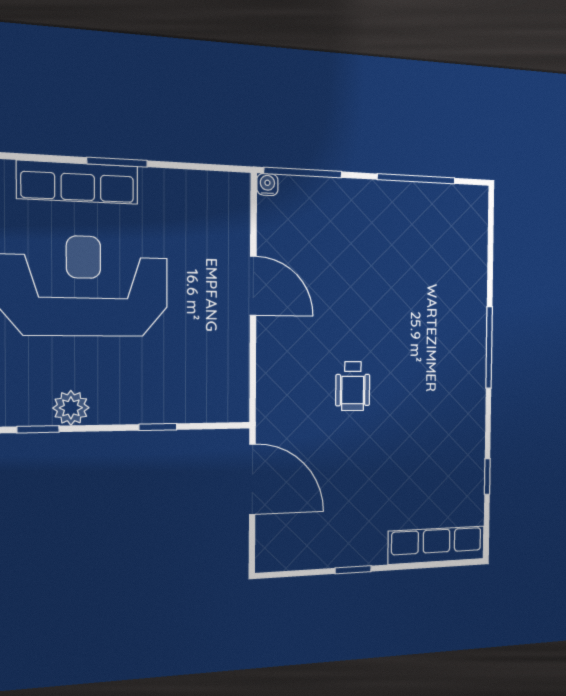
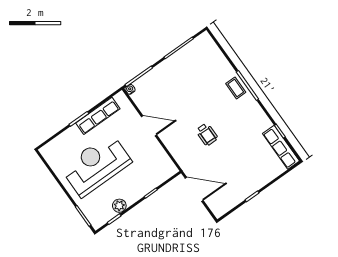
row of seats: (78, 182) -> (98, 116), moved
coffee table: (466, 336) -> (236, 88), added
row of seats: (437, 545) -> (281, 147), moved, turned -90

